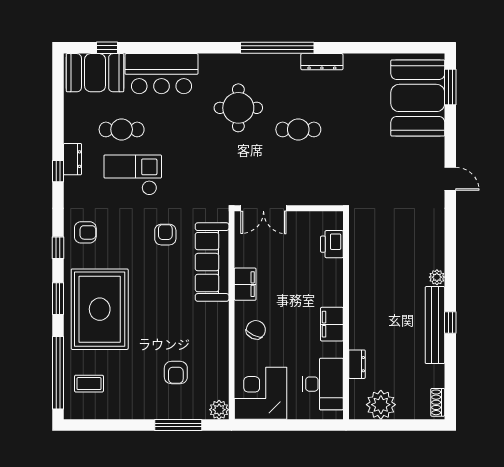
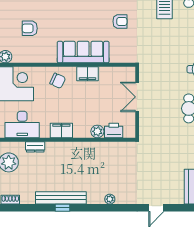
double door: (263, 208) -> (137, 97), moved
sofa: (212, 262) -> (83, 52), moved
plant: (333, 269) -> (97, 131), added
plant: (437, 277) -> (110, 199), moved

